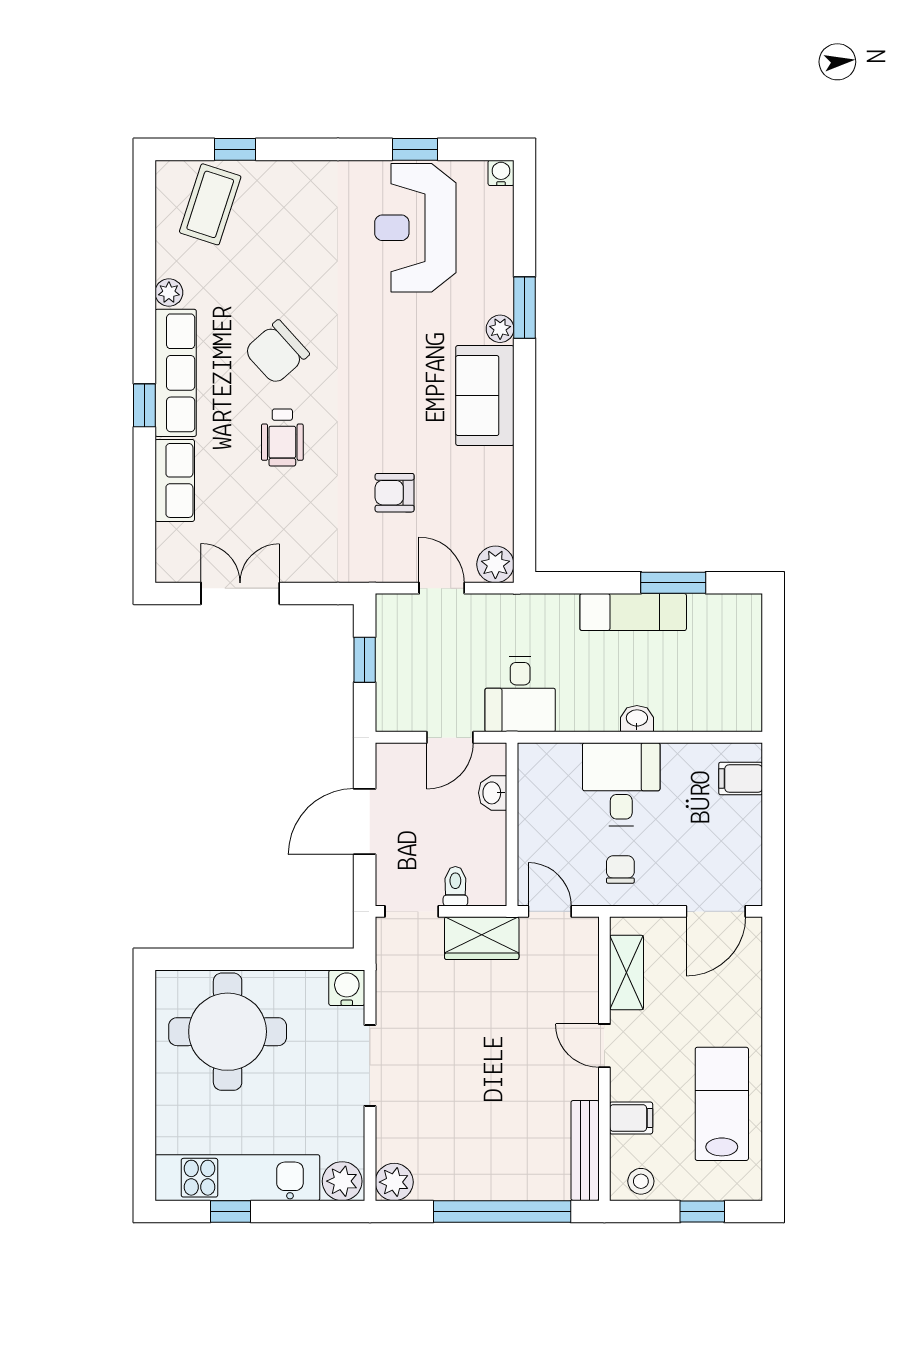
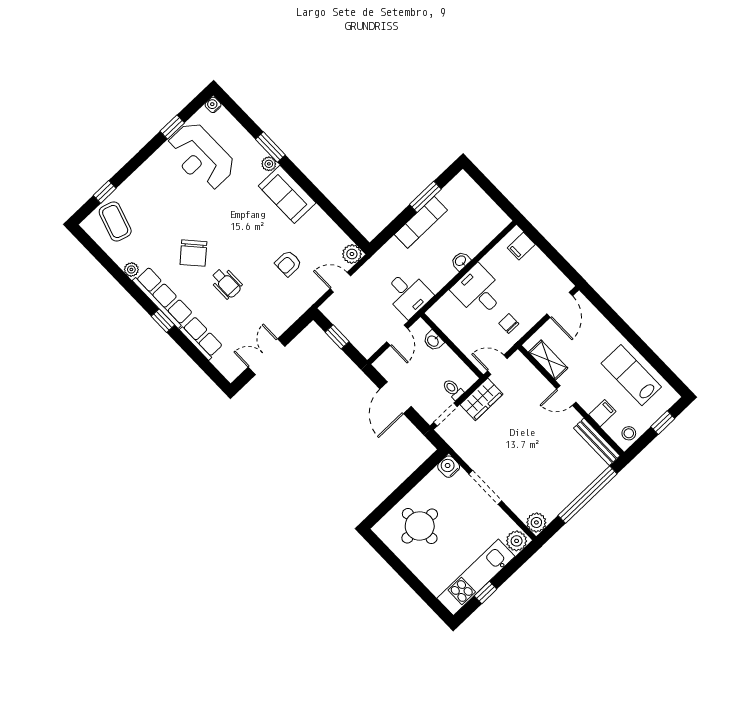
round table: (228, 1032) -> (420, 526), width x0.73, depth x0.73

